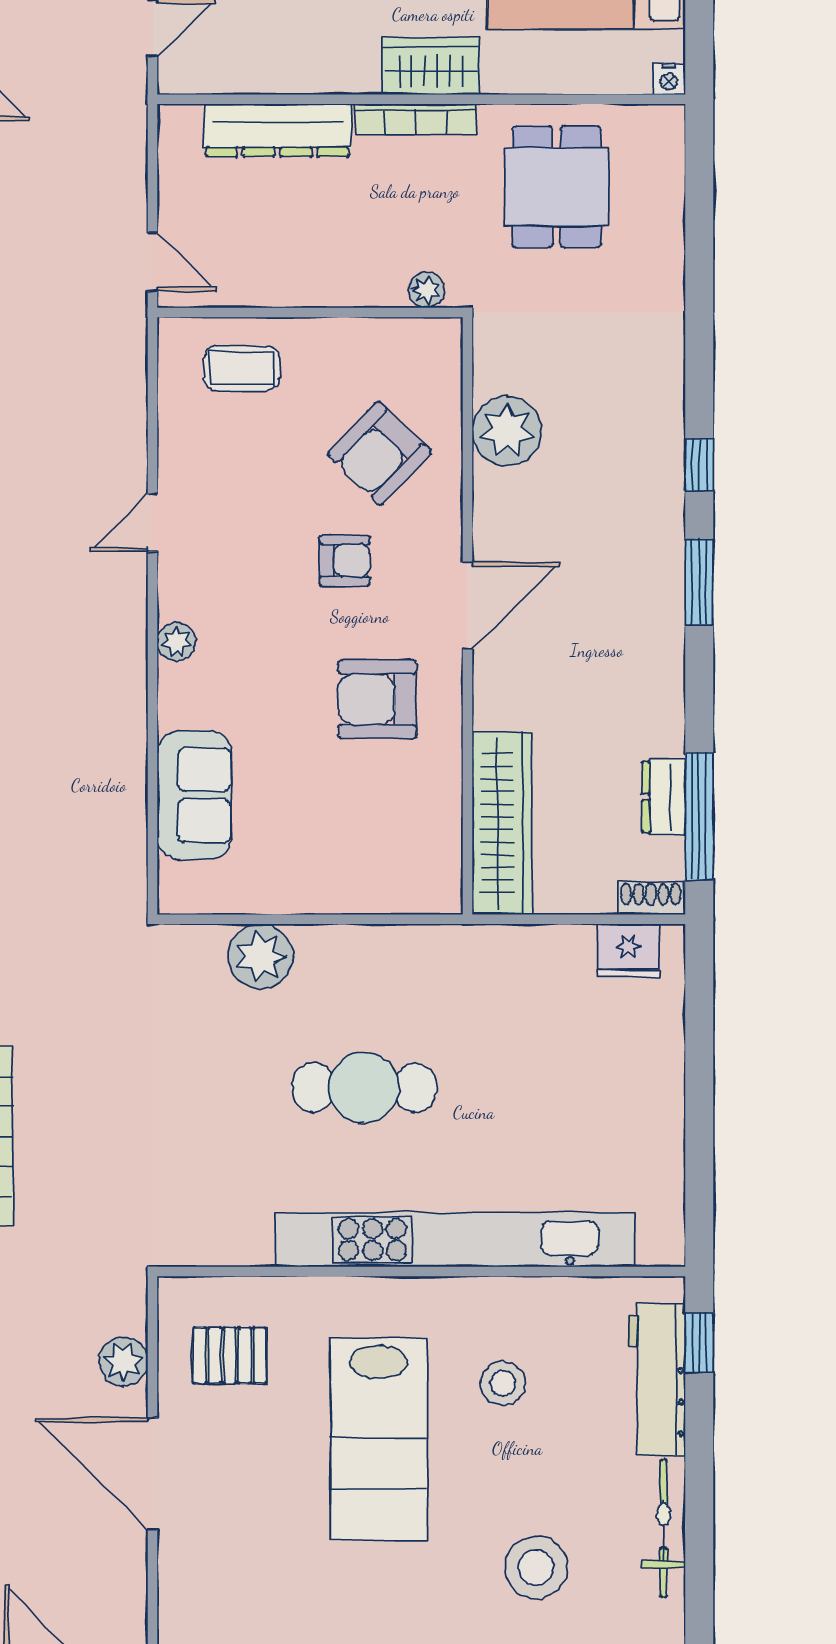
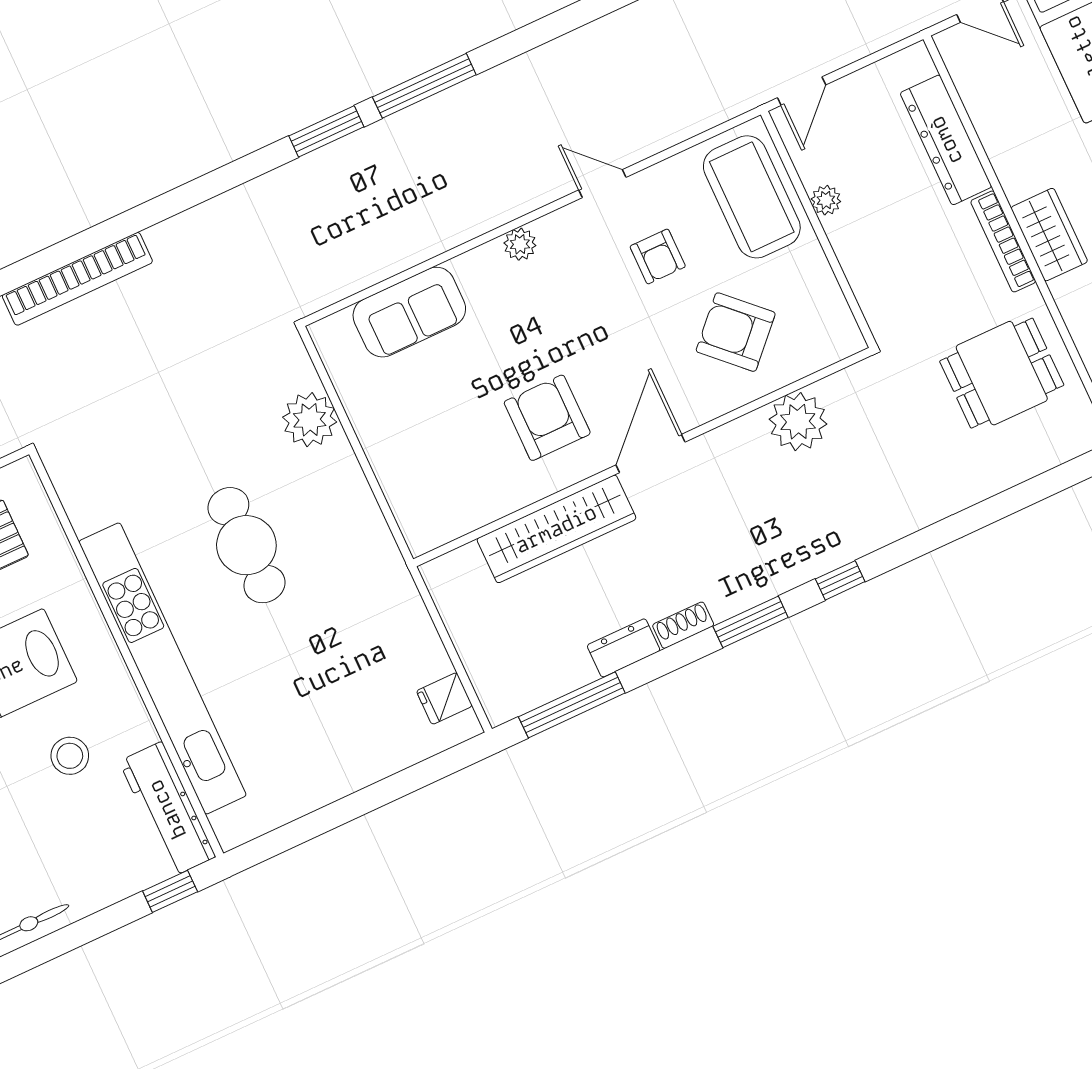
plant: (427, 290) -> (826, 200), moved
coffee table: (242, 368) -> (752, 197), width x1.86, depth x1.72
armchair: (345, 561) -> (658, 256), moved
door: (468, 606) -> (651, 454), swing flipped
dresser: (664, 797) -> (624, 648), moved
wardrobe: (502, 823) -> (556, 529), moved
shoe rack: (651, 898) -> (683, 625), moved, turned -90
fridge: (629, 951) -> (444, 698), width x0.72
workbench: (657, 1379) -> (167, 809), moved, turned -90

